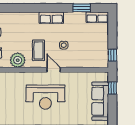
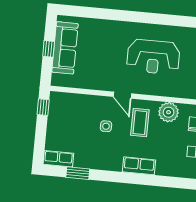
row of seats: (51, 18) -> (139, 166), moved
window: (112, 88) -> (49, 49), moved
reception desk: (45, 97) -> (153, 57), moved, turned 180

